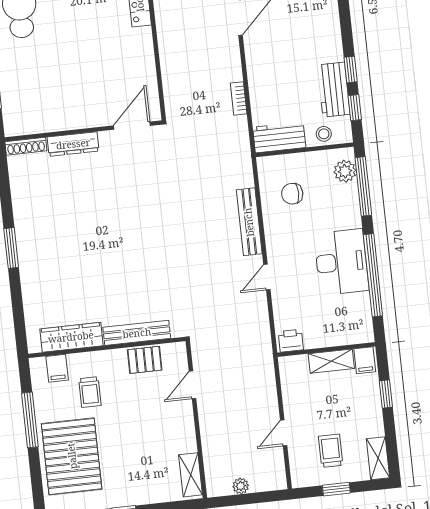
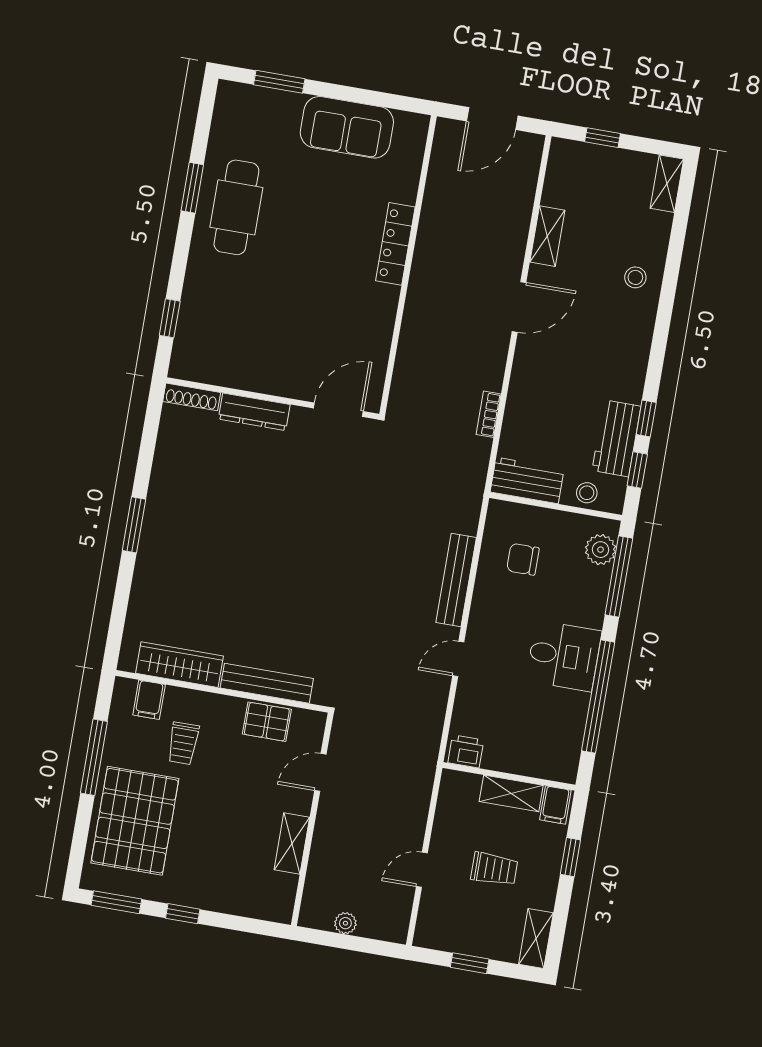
desk: (341, 262) -> (564, 656), width x0.73
trolley: (331, 451) -> (494, 869), moved, turned 90
shelving: (191, 475) -> (292, 844), moved

